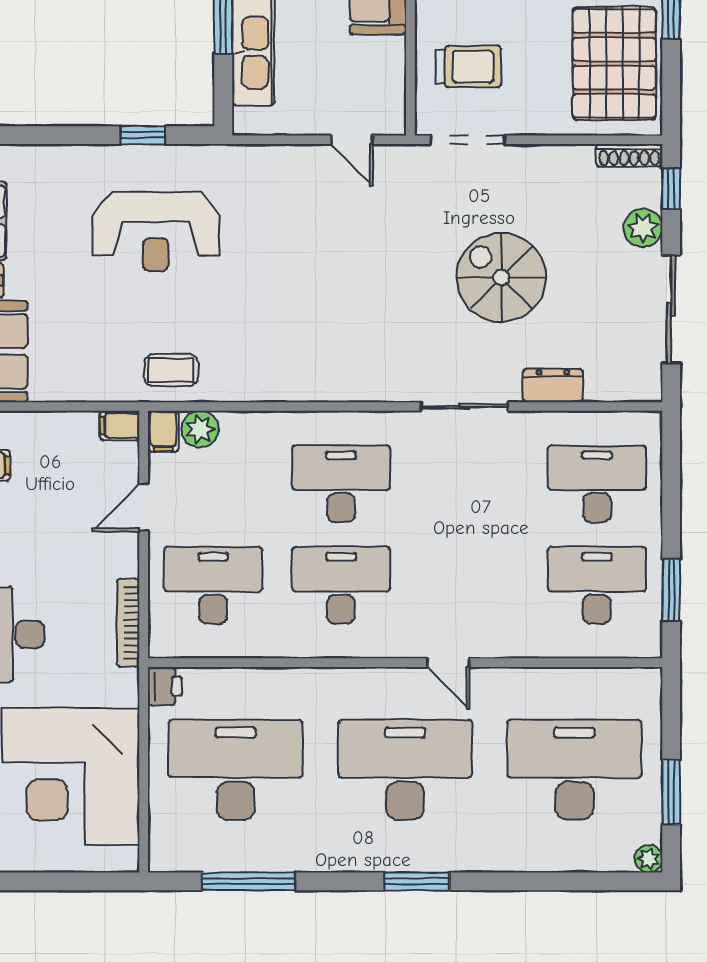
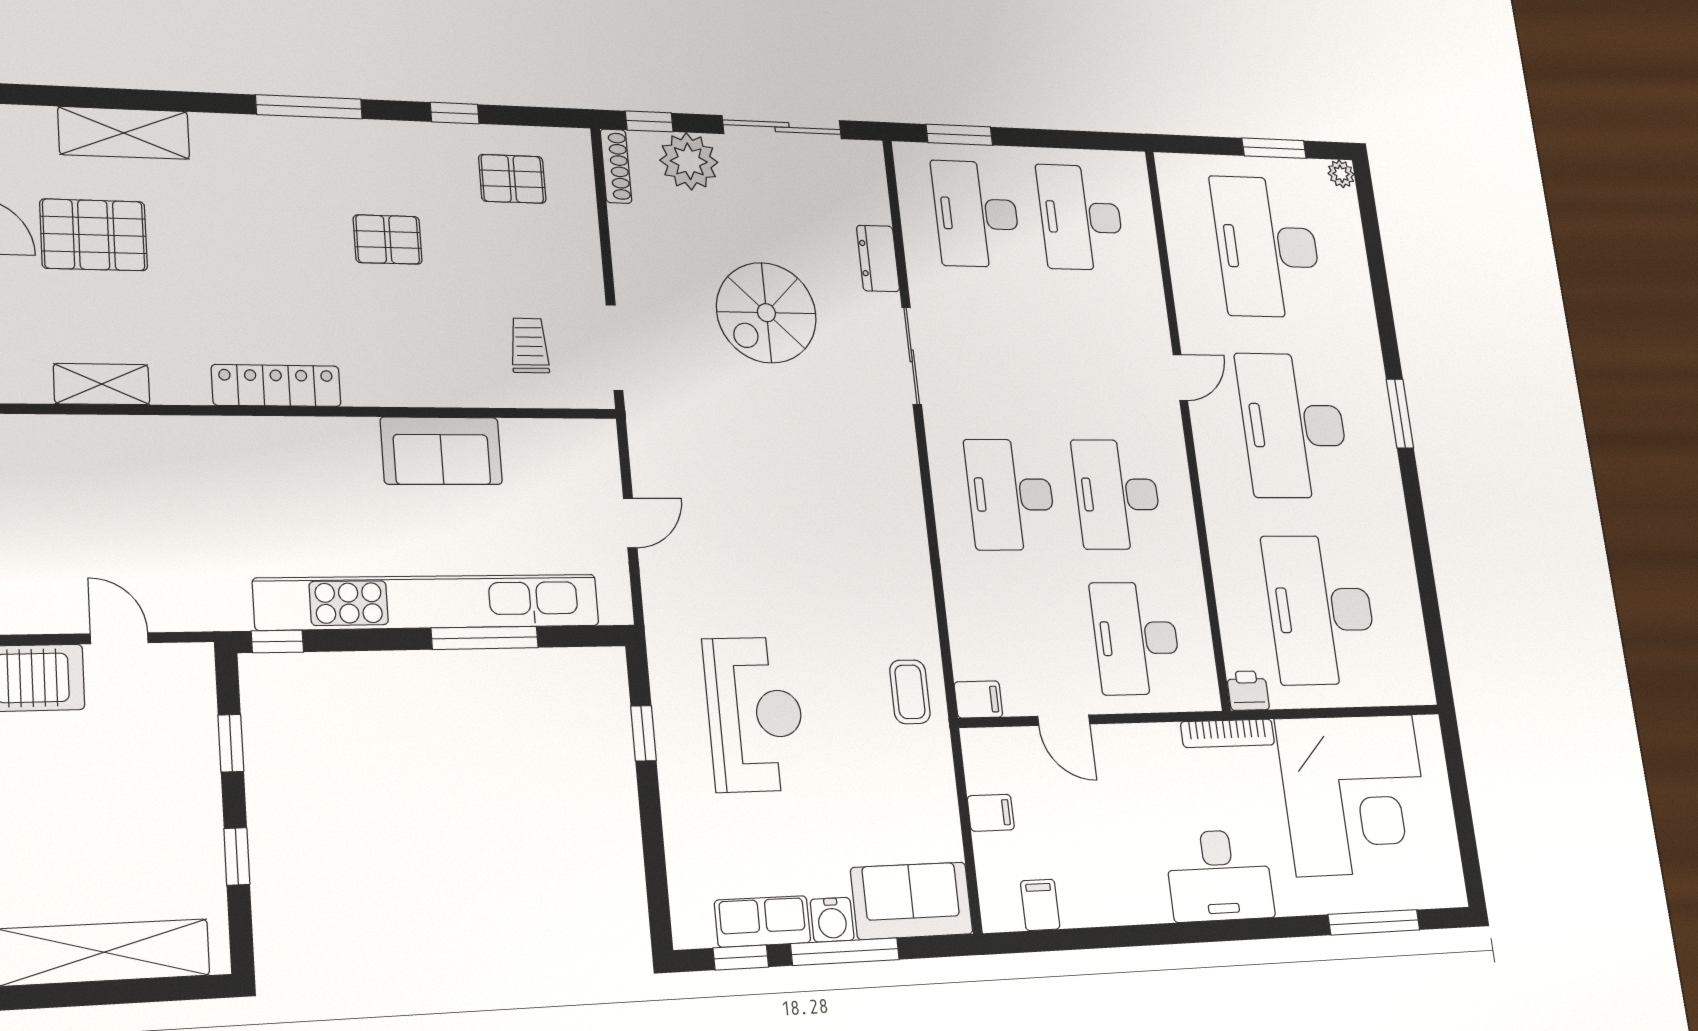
pallet: (614, 63) -> (512, 179), width x0.49, depth x0.50
trolley: (468, 67) -> (529, 345), width x0.73, depth x0.72
door: (352, 140) -> (630, 523), moved
plant: (643, 228) -> (689, 161), width x1.36, depth x1.36
filing cabinet: (120, 426) -> (991, 813), moved, turned -90
plant: (200, 429) -> (971, 657), removed
window: (671, 590) -> (959, 135), moved
bookcase: (128, 623) -> (1228, 733), moved
window: (249, 881) -> (1428, 594), removed

